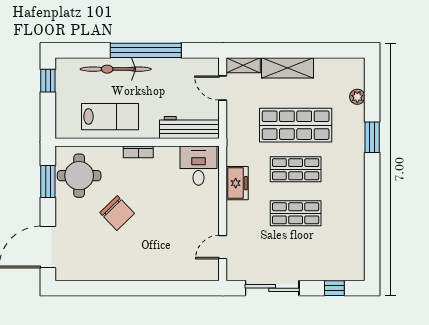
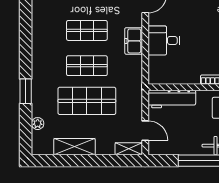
shelving: (288, 68) -> (74, 147), moved
desk: (199, 166) -> (164, 40), moved, turned 90
freezer: (237, 183) -> (134, 41), moved

